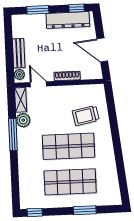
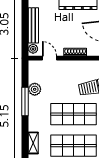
bench: (19, 53) -> (33, 25), width x1.36
shelving: (21, 100) -> (33, 143), moved

